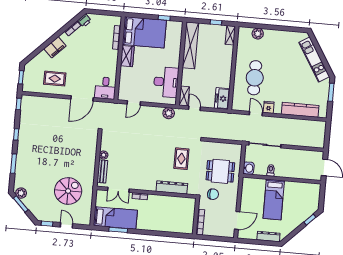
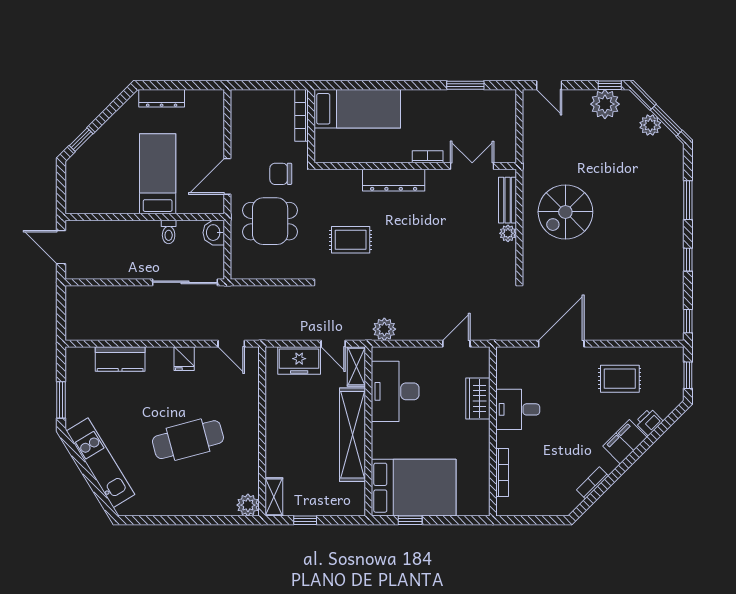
printer: (85, 21) -> (649, 422), moved
bed: (144, 32) -> (414, 488), moved, turned 180
plant: (258, 34) -> (248, 505), moved
shelving: (190, 45) -> (353, 435), moved
wardrobe: (127, 56) -> (478, 399), moved
cafe table: (255, 78) -> (188, 440), moved, turned 75
desk: (105, 88) -> (518, 409), moved, turned -90
freezer: (222, 99) -> (299, 361), moved, turned 90
kitchen counter: (300, 110) -> (120, 359), width x0.67
door: (256, 114) -> (231, 344), moved
rug: (181, 159) -> (351, 240), turned 90
dresser: (172, 187) -> (394, 180), moved
spiral stairs: (68, 191) -> (565, 212), moved
plant: (21, 193) -> (650, 125), moved
plant: (50, 215) -> (605, 104), added
bed: (115, 218) -> (357, 109), moved, turned 180
door: (237, 220) -> (227, 176), moved
door: (67, 225) -> (549, 85), moved

